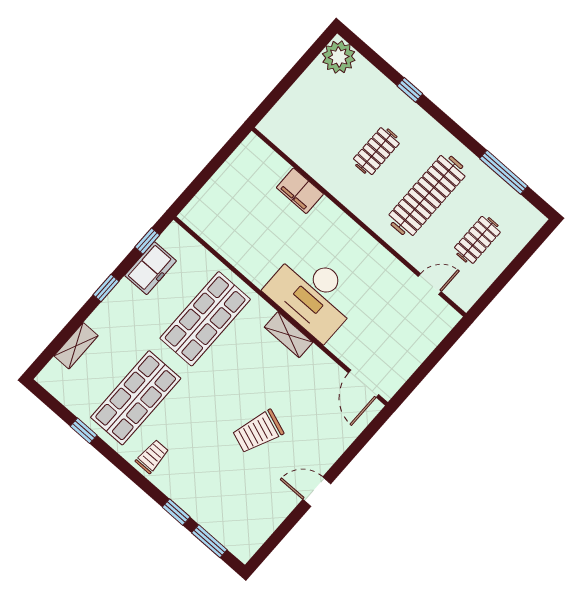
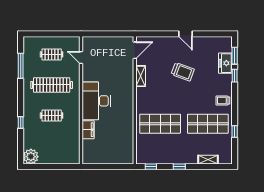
freezer: (151, 268) -> (225, 63), moved, turned -90
desk: (313, 295) -> (96, 101), moved, turned 180
shelving: (288, 335) -> (141, 76), moved

